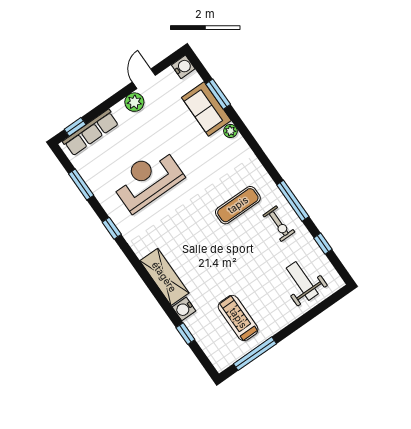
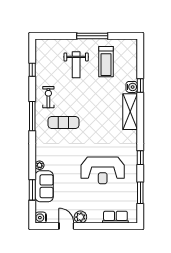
door: (144, 79) -> (66, 226), swing flipped
window: (75, 127) -> (122, 226), removed
row of seats: (91, 132) -> (115, 217), width x0.68
window: (293, 201) -> (32, 116), moved
weight bench: (302, 281) -> (76, 65), moved
window: (185, 334) -> (140, 86), moved
window: (255, 354) -> (92, 36), moved

